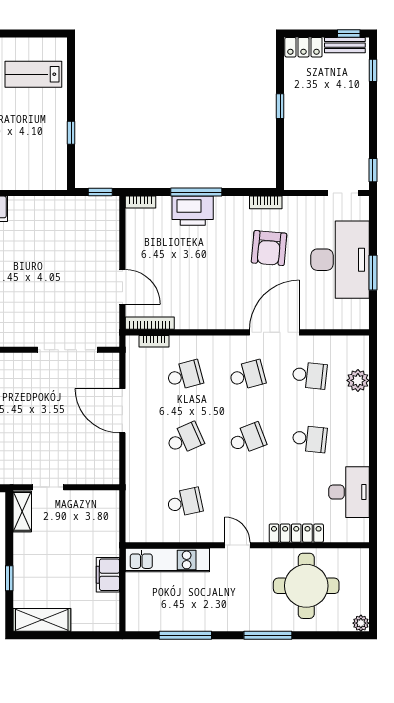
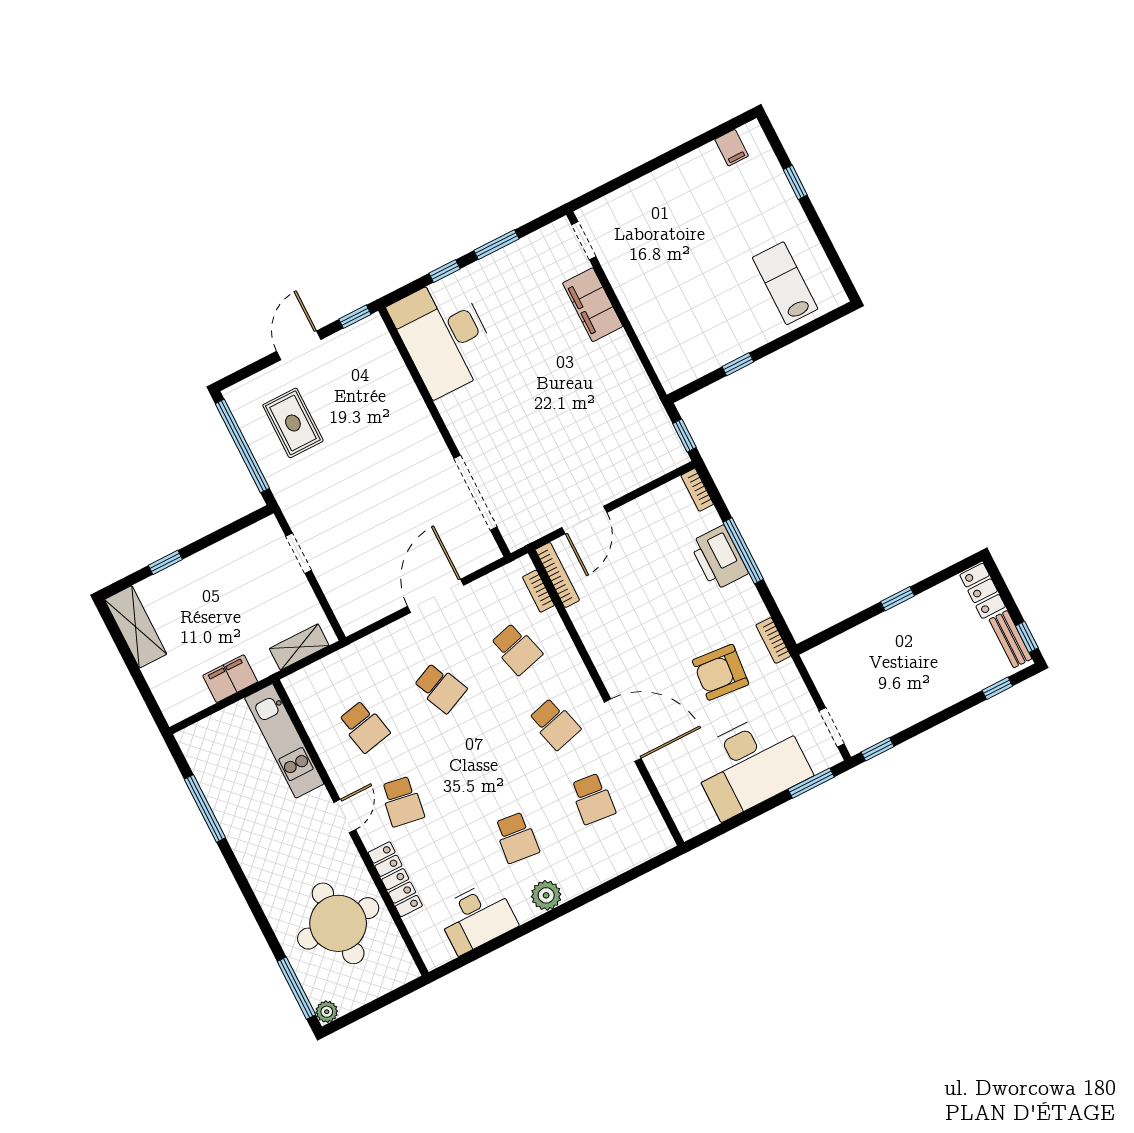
window: (373, 273) -> (811, 783), moved
plant: (358, 380) -> (546, 895), moved
school desk: (247, 439) -> (402, 801), moved, turned 30
shelving: (22, 511) -> (299, 647), moved
window: (268, 635) -> (296, 988), moved

